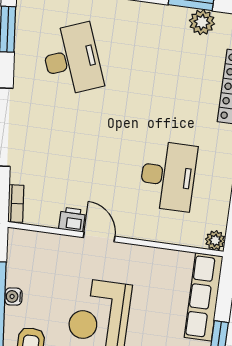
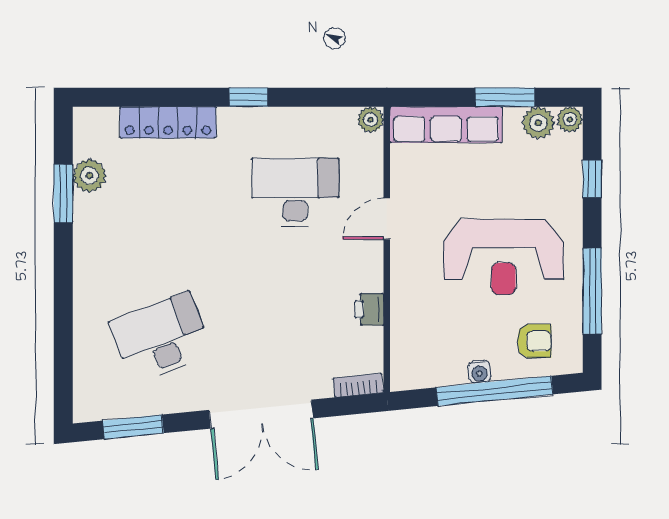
door: (99, 237) -> (387, 219), moved

